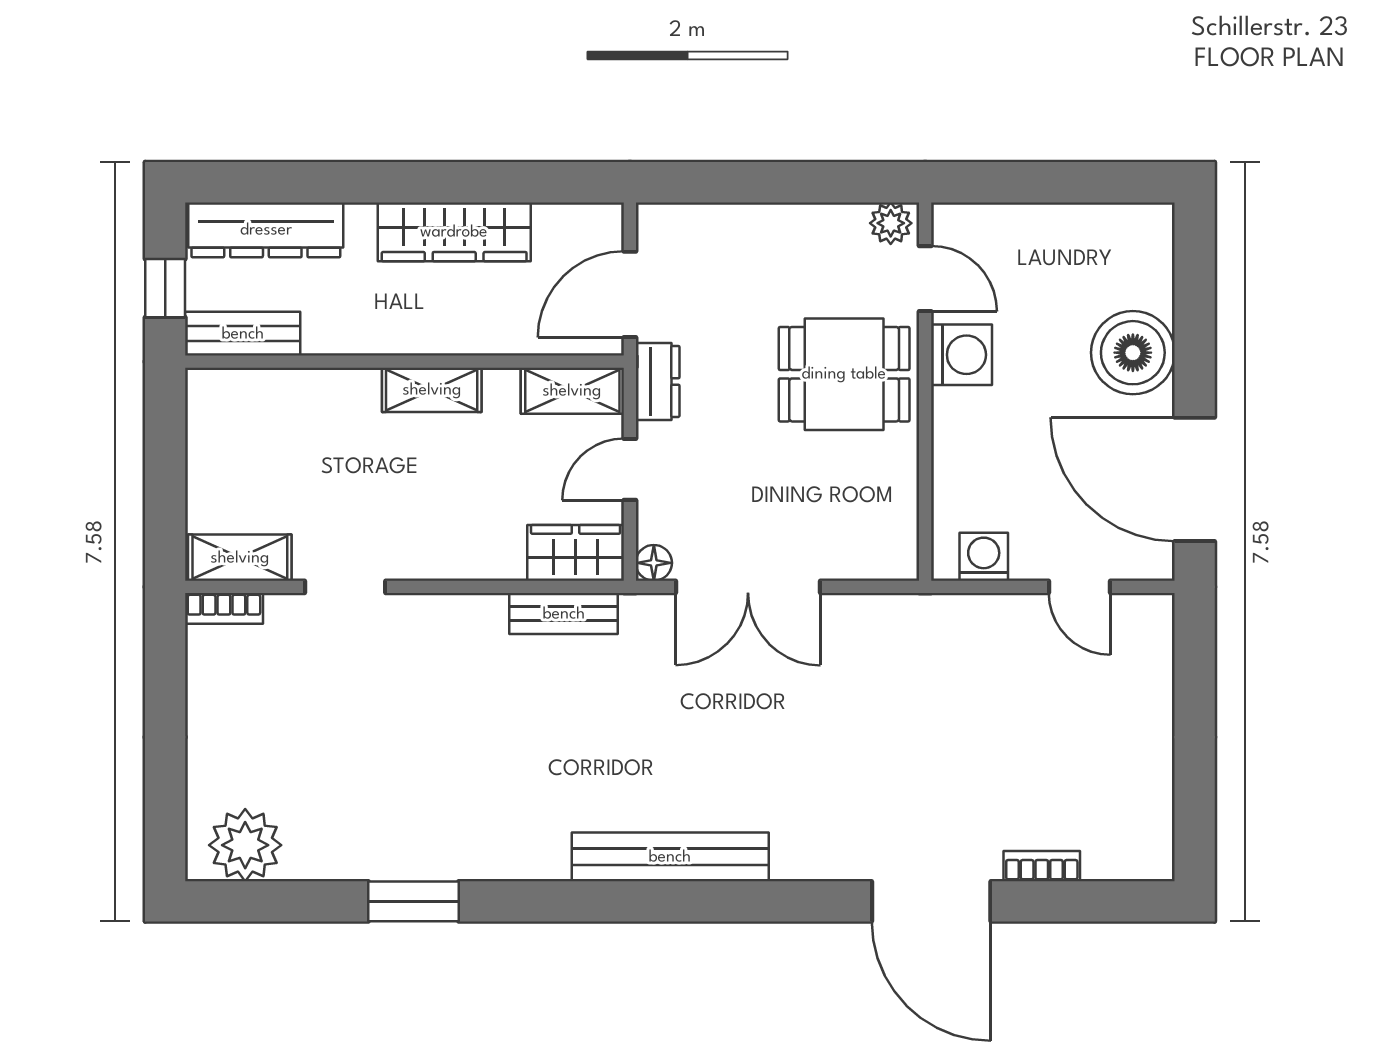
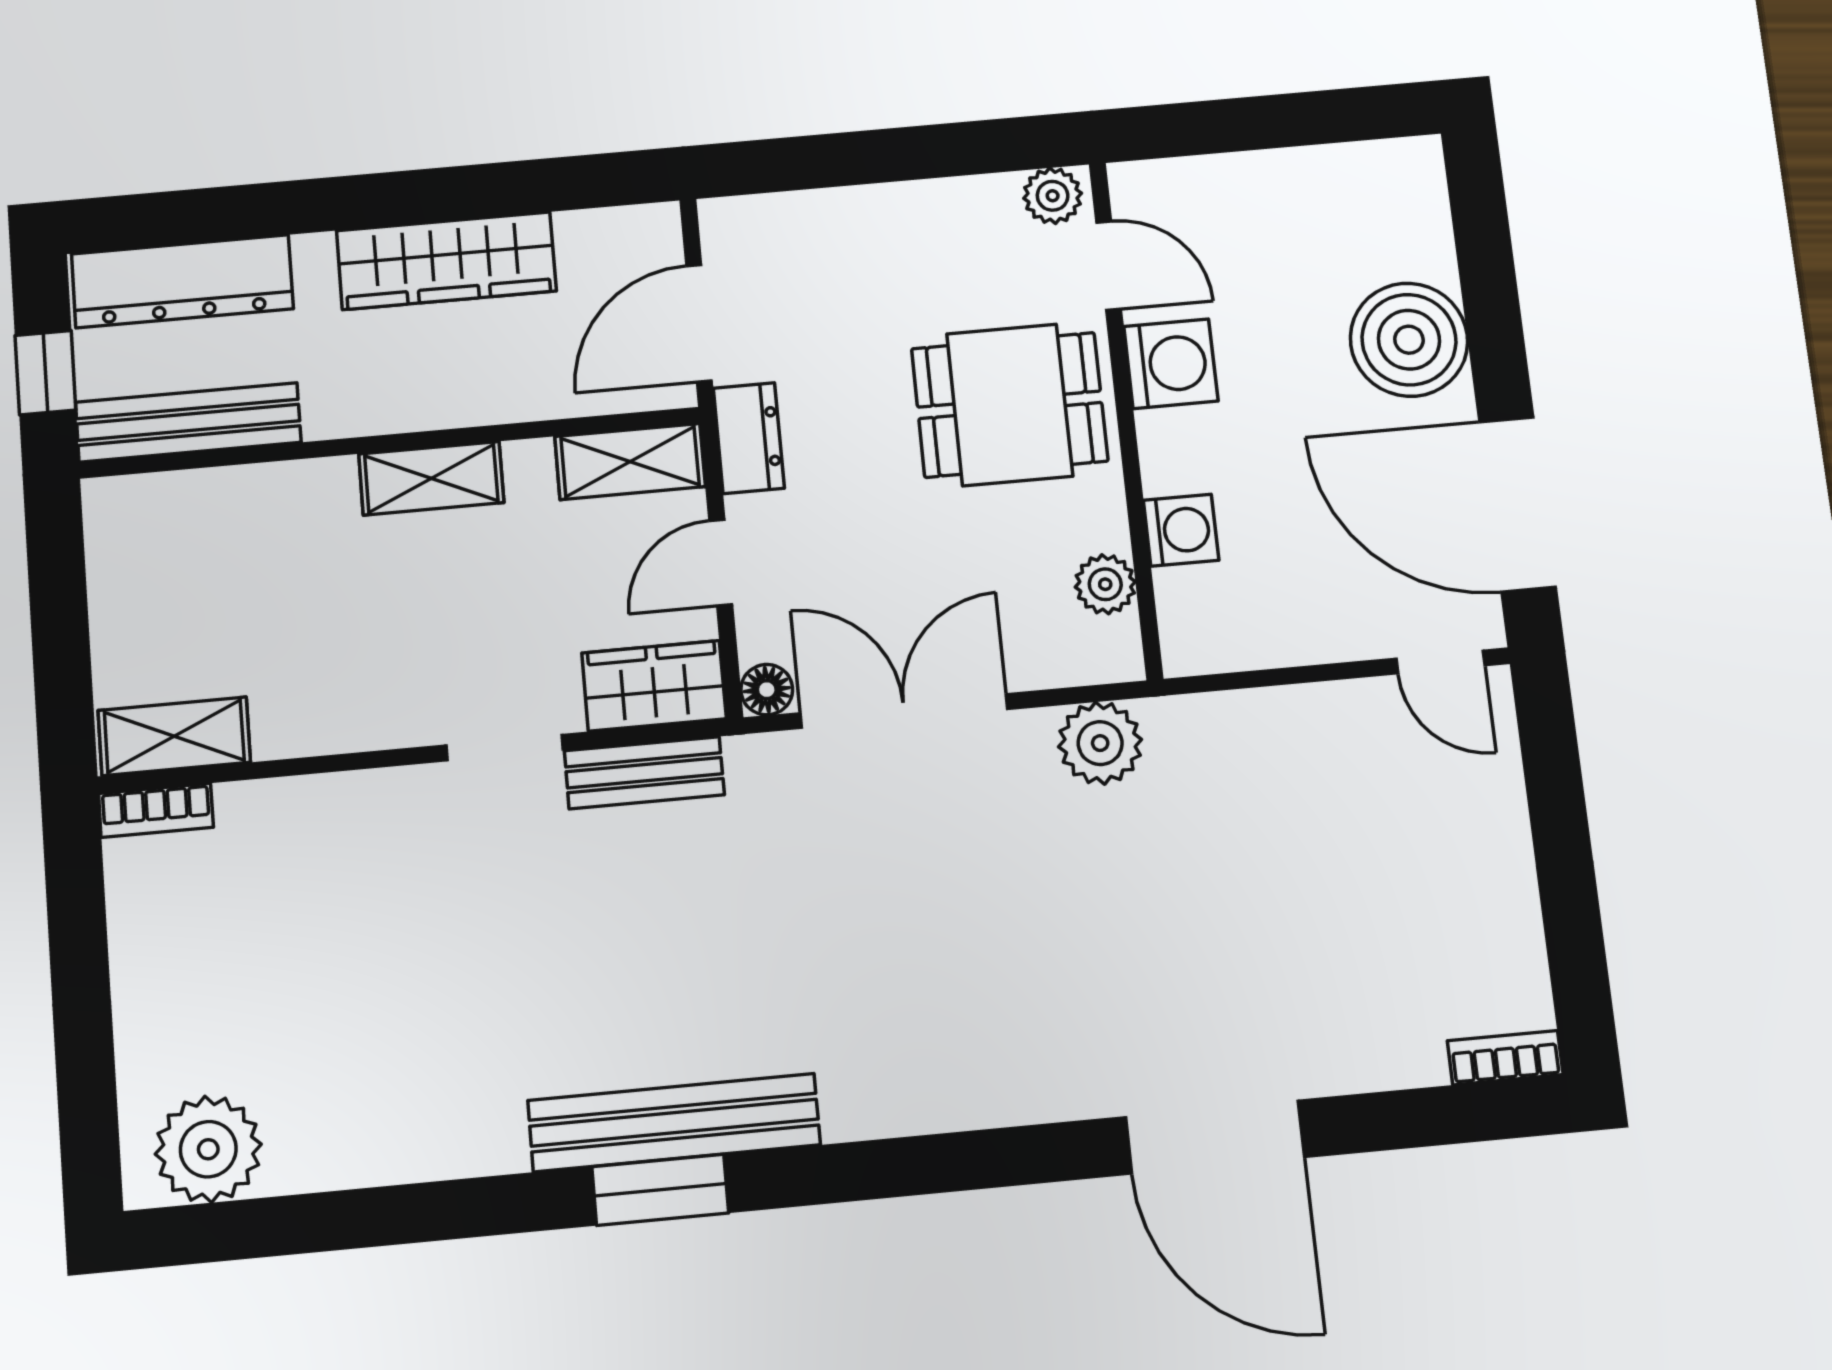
bench: (243, 334) -> (188, 422), width x1.36
plant: (898, 510) -> (1105, 584), added
washing machine: (984, 557) -> (1181, 530), moved, turned 90
doorway: (345, 587) -> (505, 748), moved
double door: (748, 587) -> (904, 711), swing flipped
door: (1079, 587) -> (1440, 662), moved
plant: (882, 622) -> (1100, 743), added
bench: (670, 857) -> (674, 1123), moved
bookcase: (1042, 866) -> (1505, 1058), moved
window: (413, 901) -> (660, 1190), moved

